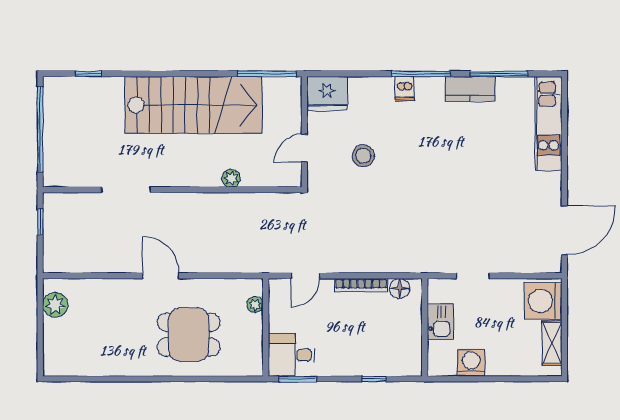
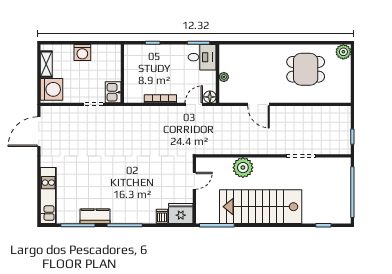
dishwasher: (404, 89) -> (162, 216), moved
stool: (363, 156) -> (159, 176), removed
plant: (231, 178) -> (243, 168), width x1.87, depth x1.87
door: (161, 276) -> (258, 104), moved
floor lamp: (400, 288) -> (210, 97), moved
plant: (255, 304) -> (224, 77), moved
plant: (55, 305) -> (343, 52), moved
kitchen sink: (440, 322) -> (113, 92), moved
dining table: (189, 335) -> (306, 69), moved
washing machine: (471, 363) -> (82, 52), moved

